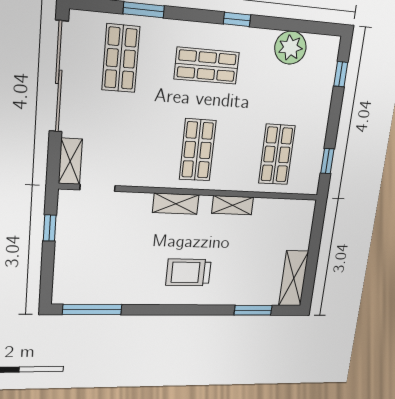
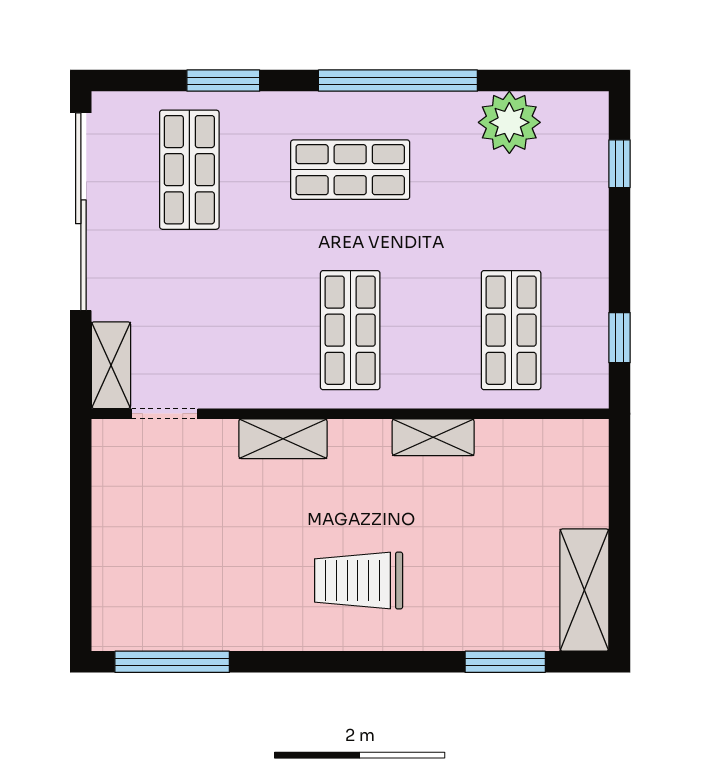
window: (237, 19) -> (398, 81), width x3.17
shelving: (176, 204) -> (283, 439), moved
window: (50, 228) -> (81, 496), removed

